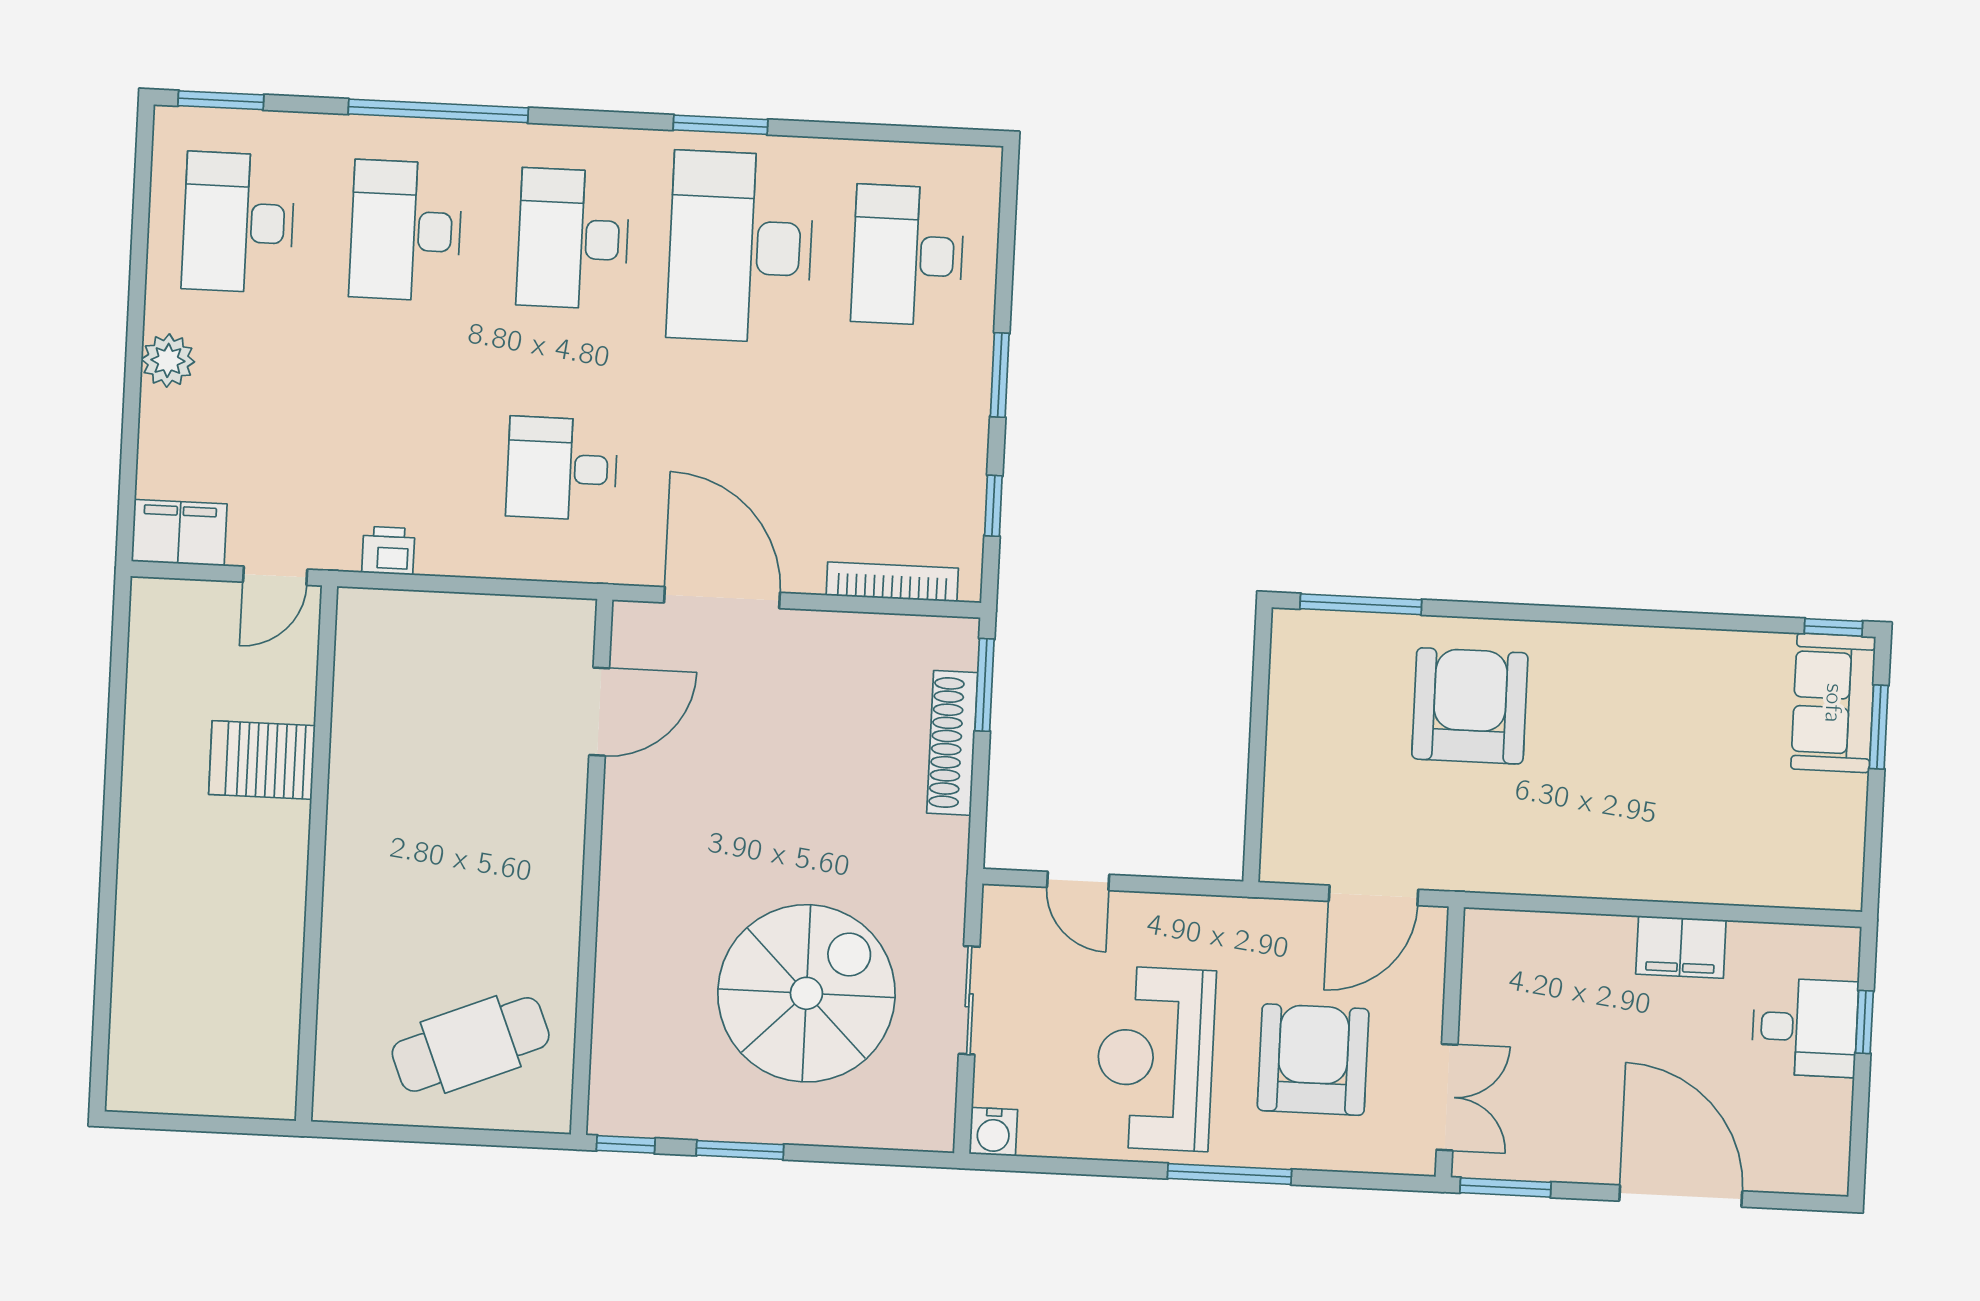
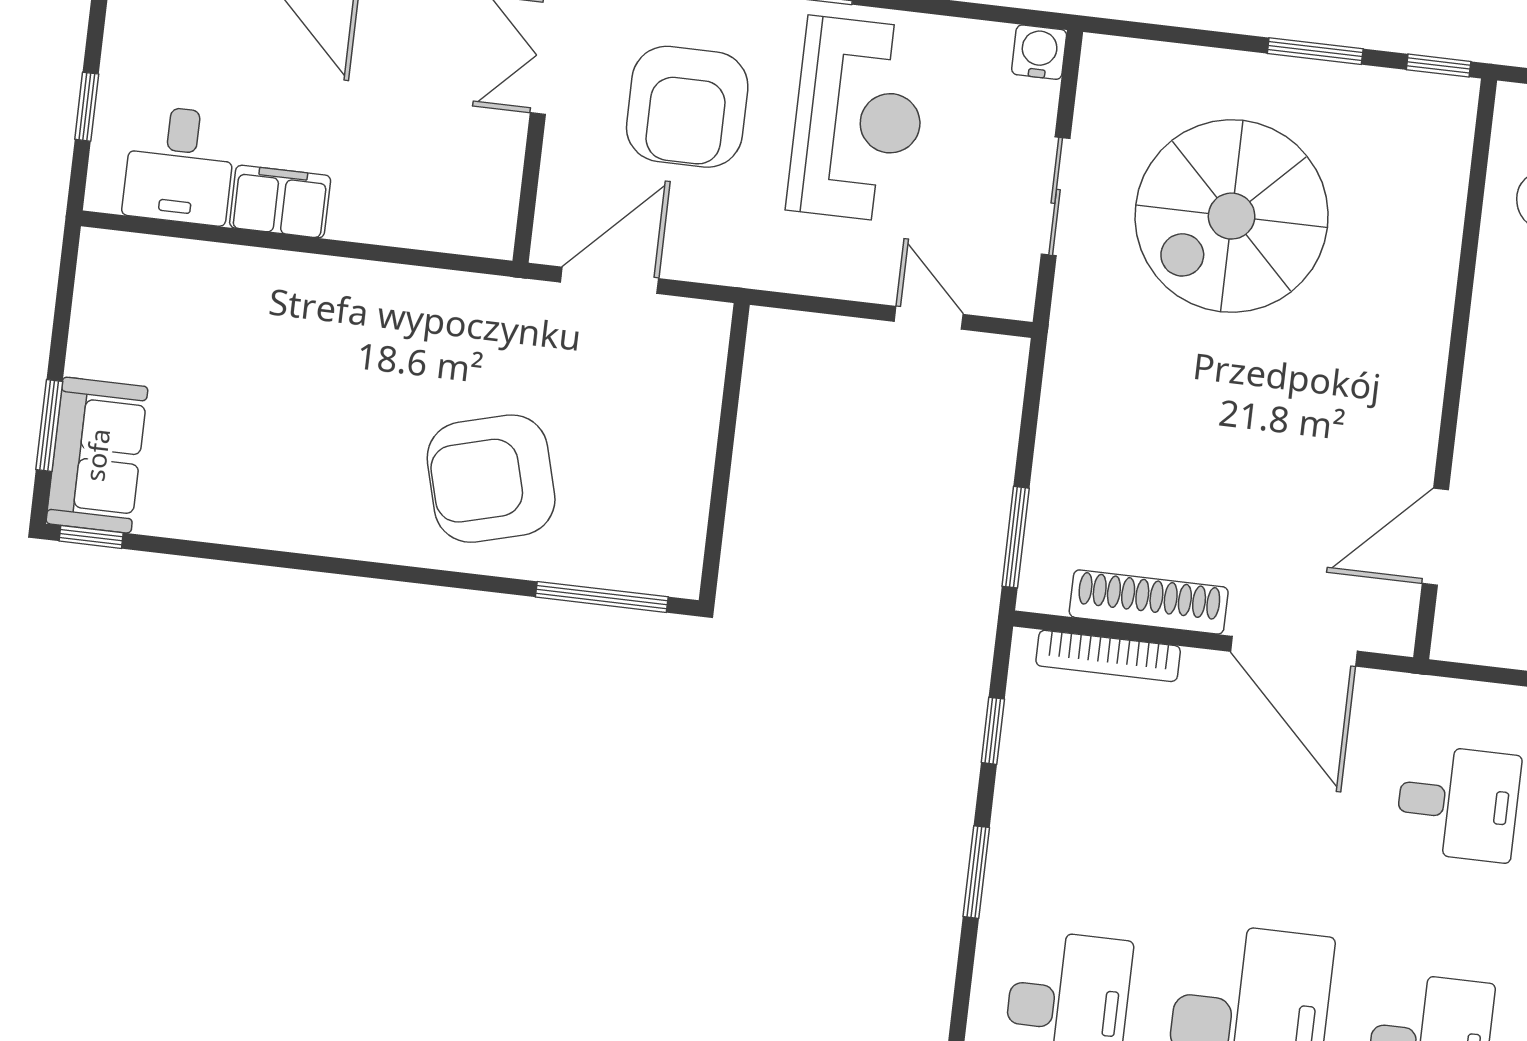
armchair: (1470, 706) -> (491, 479), turned 75
shoe rack: (952, 743) -> (1149, 602), moved, turned -90
desk: (1805, 1027) -> (180, 165), moved, turned -90

